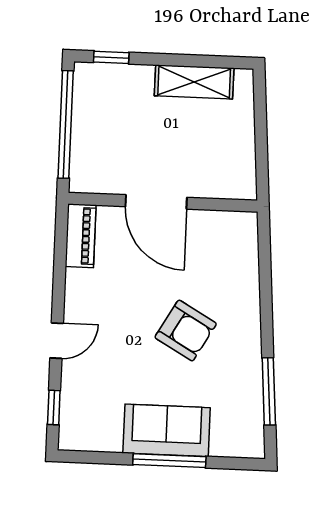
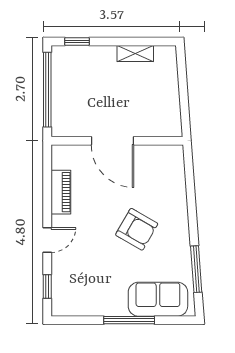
shelving: (194, 82) -> (135, 53), width x0.67, depth x0.75
piano: (81, 236) -> (61, 192), moved
sofa: (167, 430) -> (158, 299), moved

